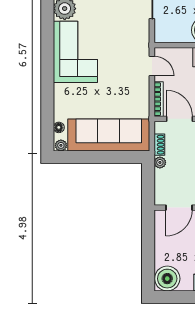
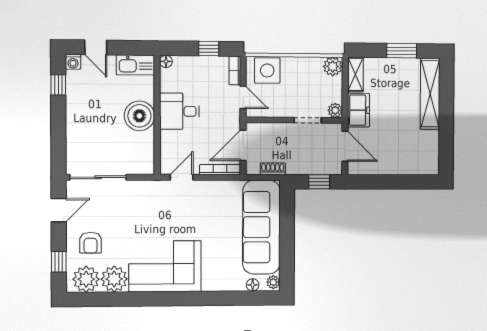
plant: (160, 162) -> (293, 168), removed
window: (148, 185) -> (319, 182), added
boiler: (167, 279) -> (425, 160), removed

